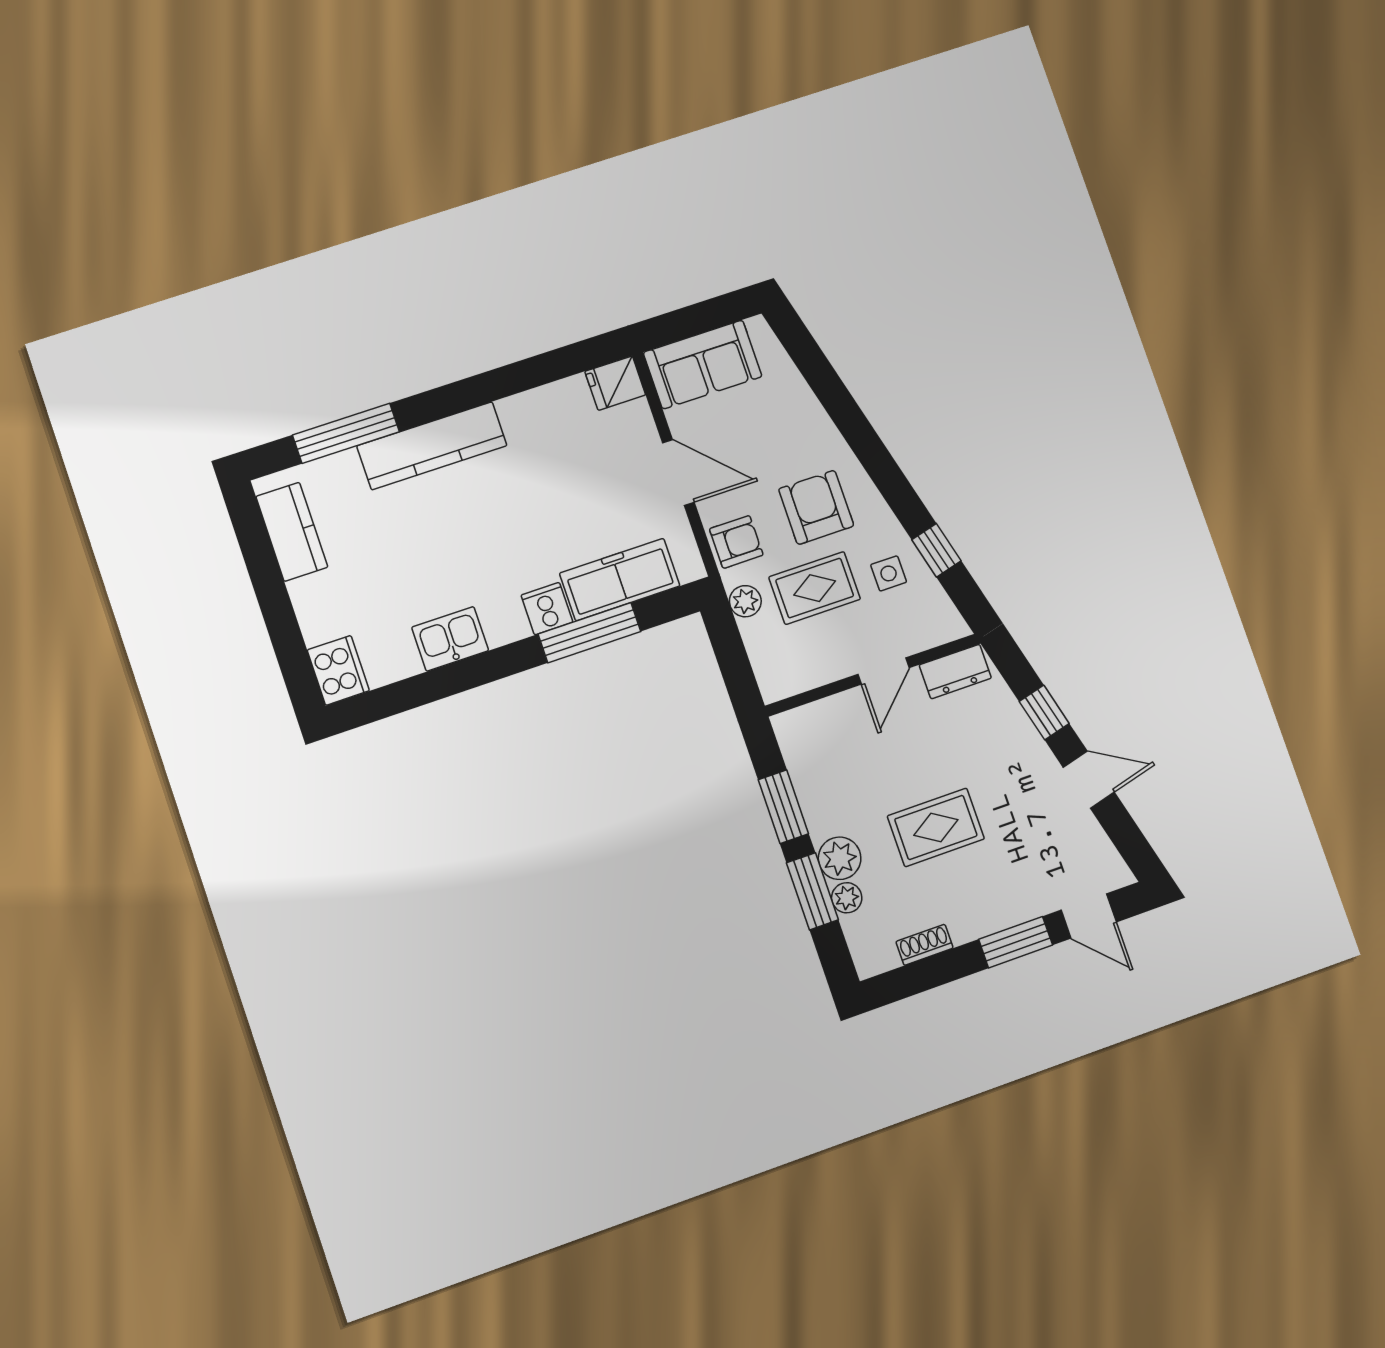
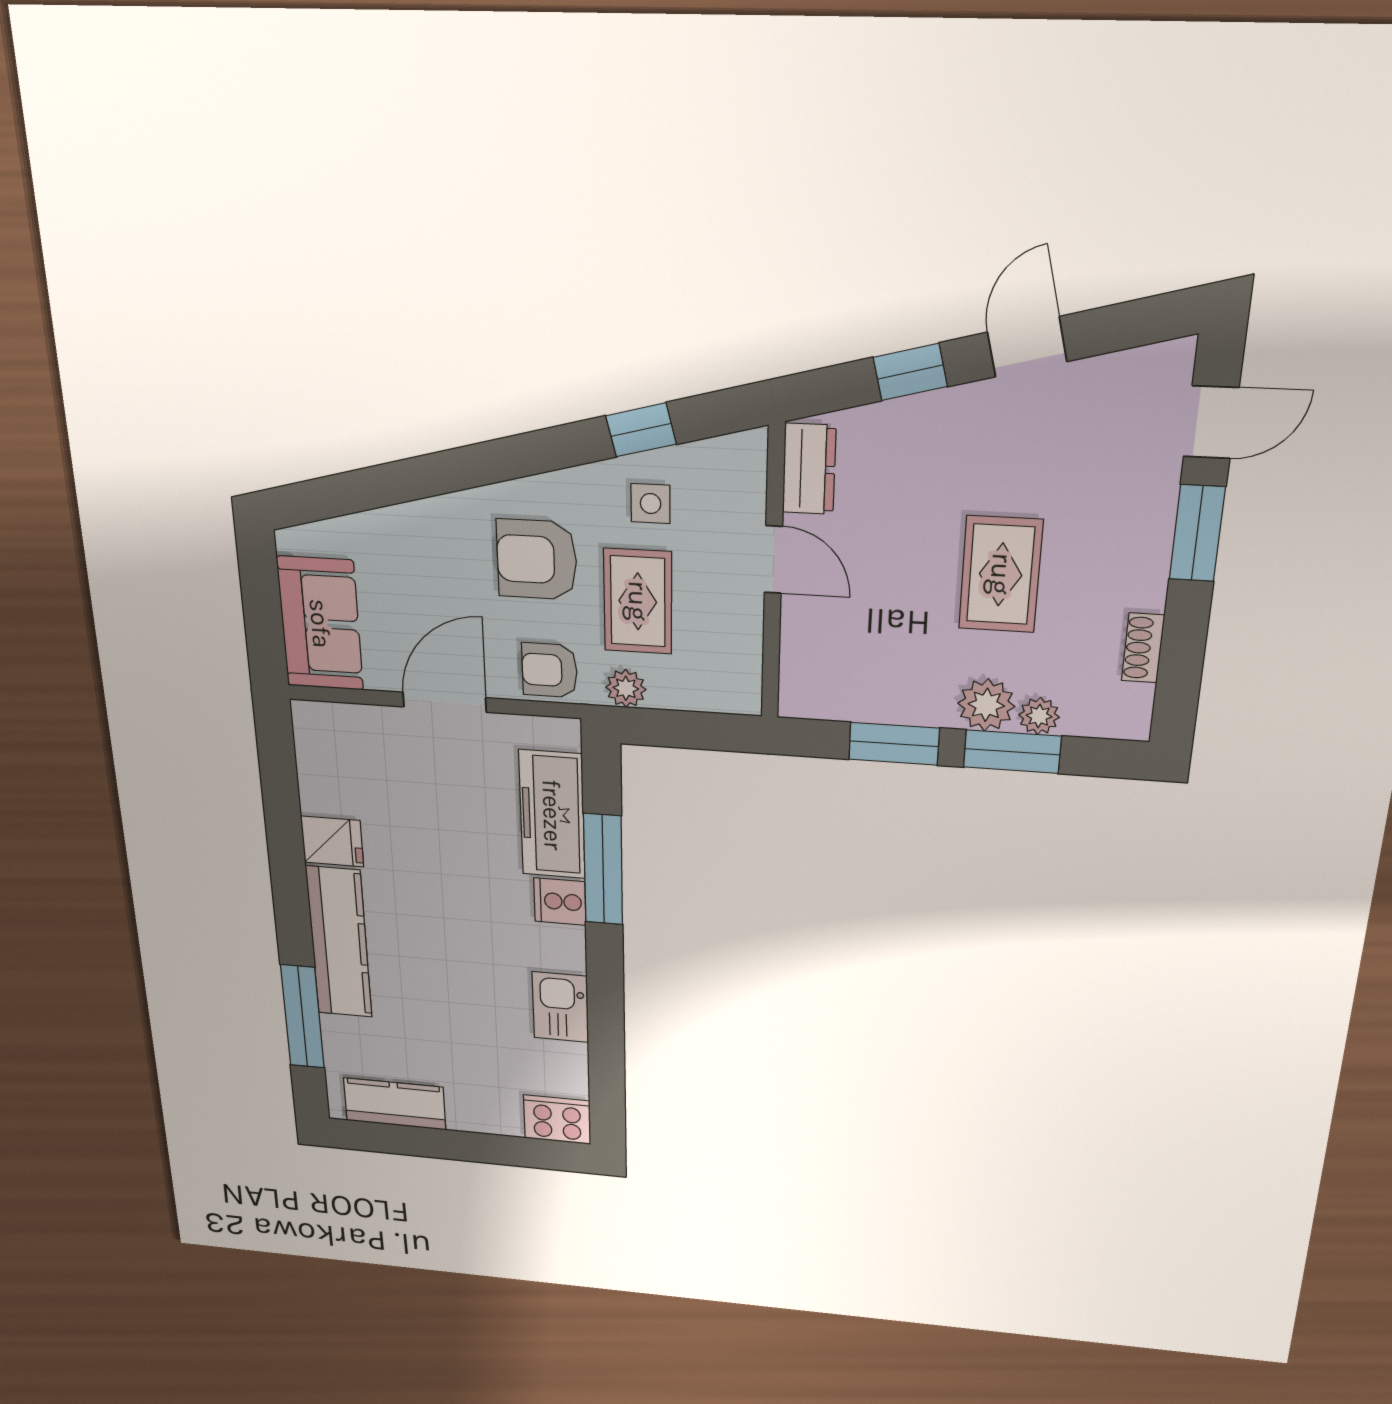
fridge: (615, 383) -> (332, 841), moved, turned -90
armchair: (736, 542) -> (550, 670), turned -90

